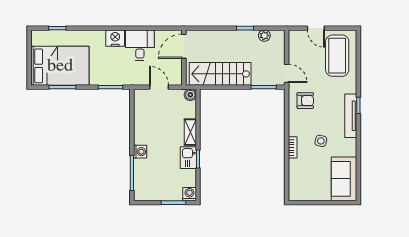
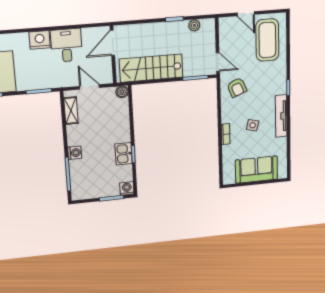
armchair: (305, 101) -> (237, 87), turned 68
tv unit: (351, 116) -> (281, 116), moved
shelving: (190, 132) -> (71, 111), moved
sofa: (344, 179) -> (256, 170), moved, turned 90

